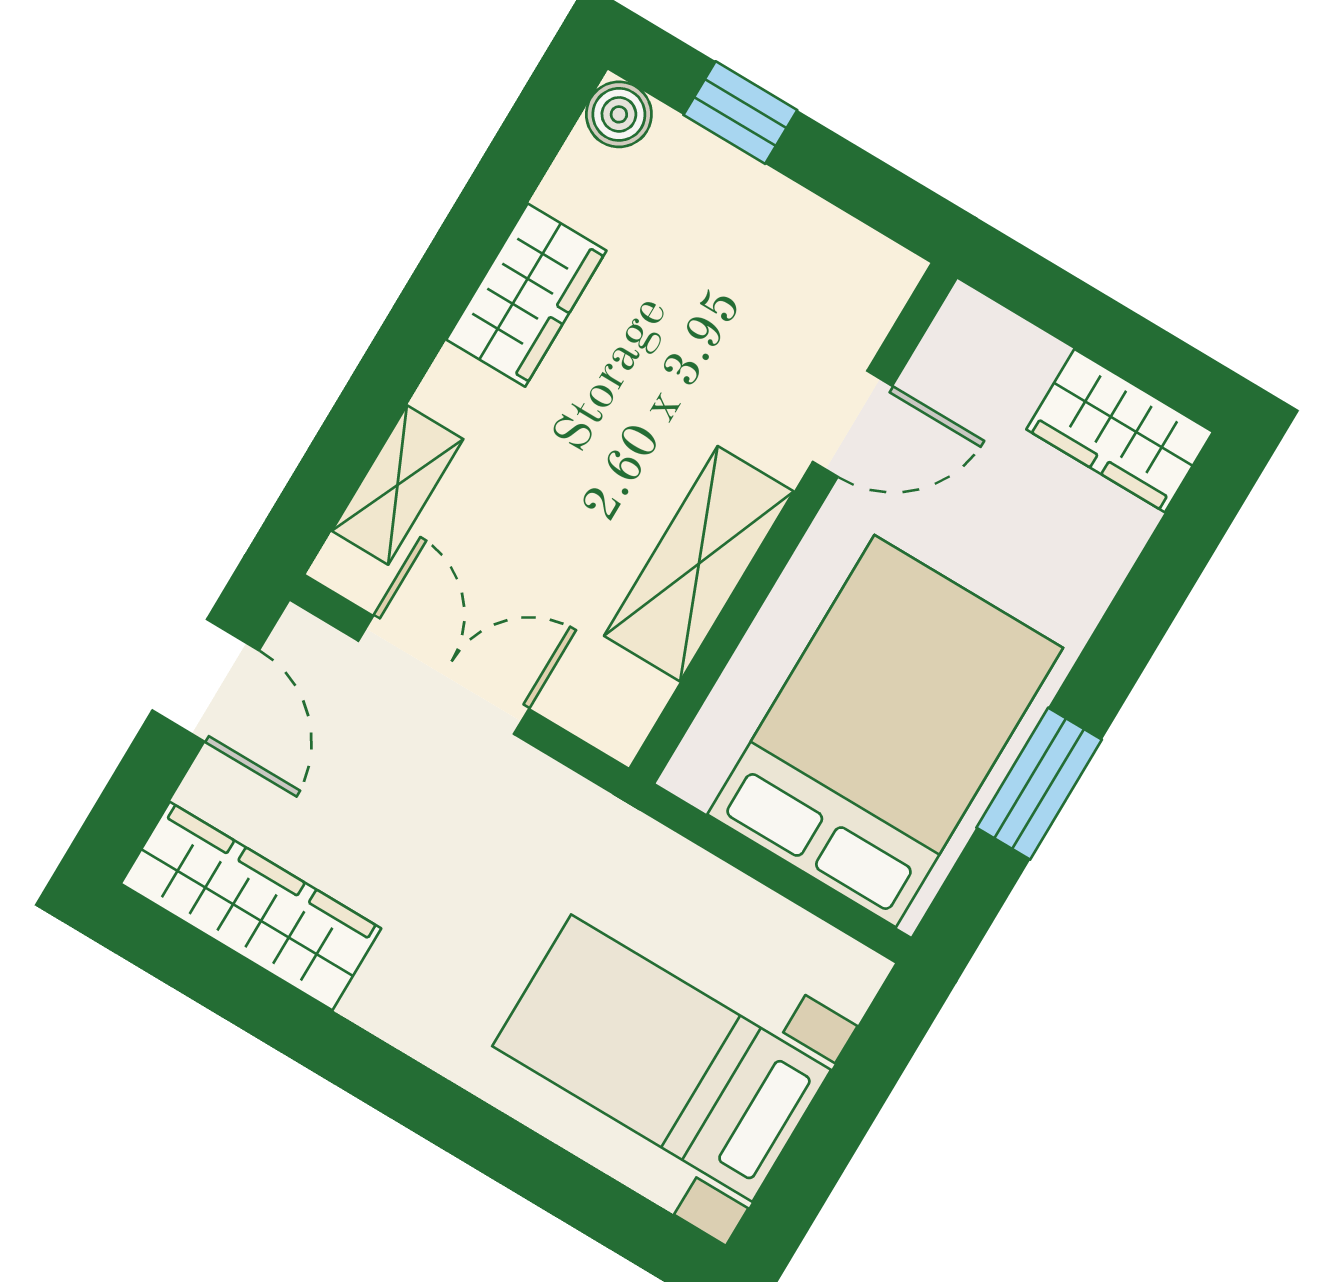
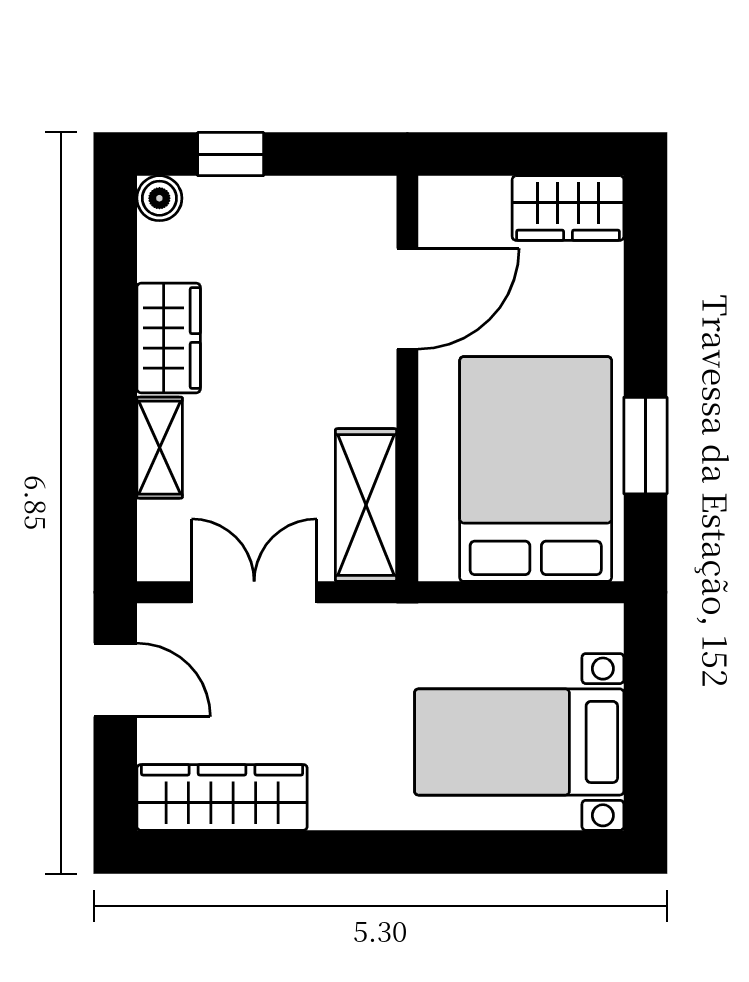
door: (853, 424) -> (407, 299), width x1.38
shelving: (398, 485) -> (160, 448), moved
shelving: (699, 564) -> (366, 505), moved

